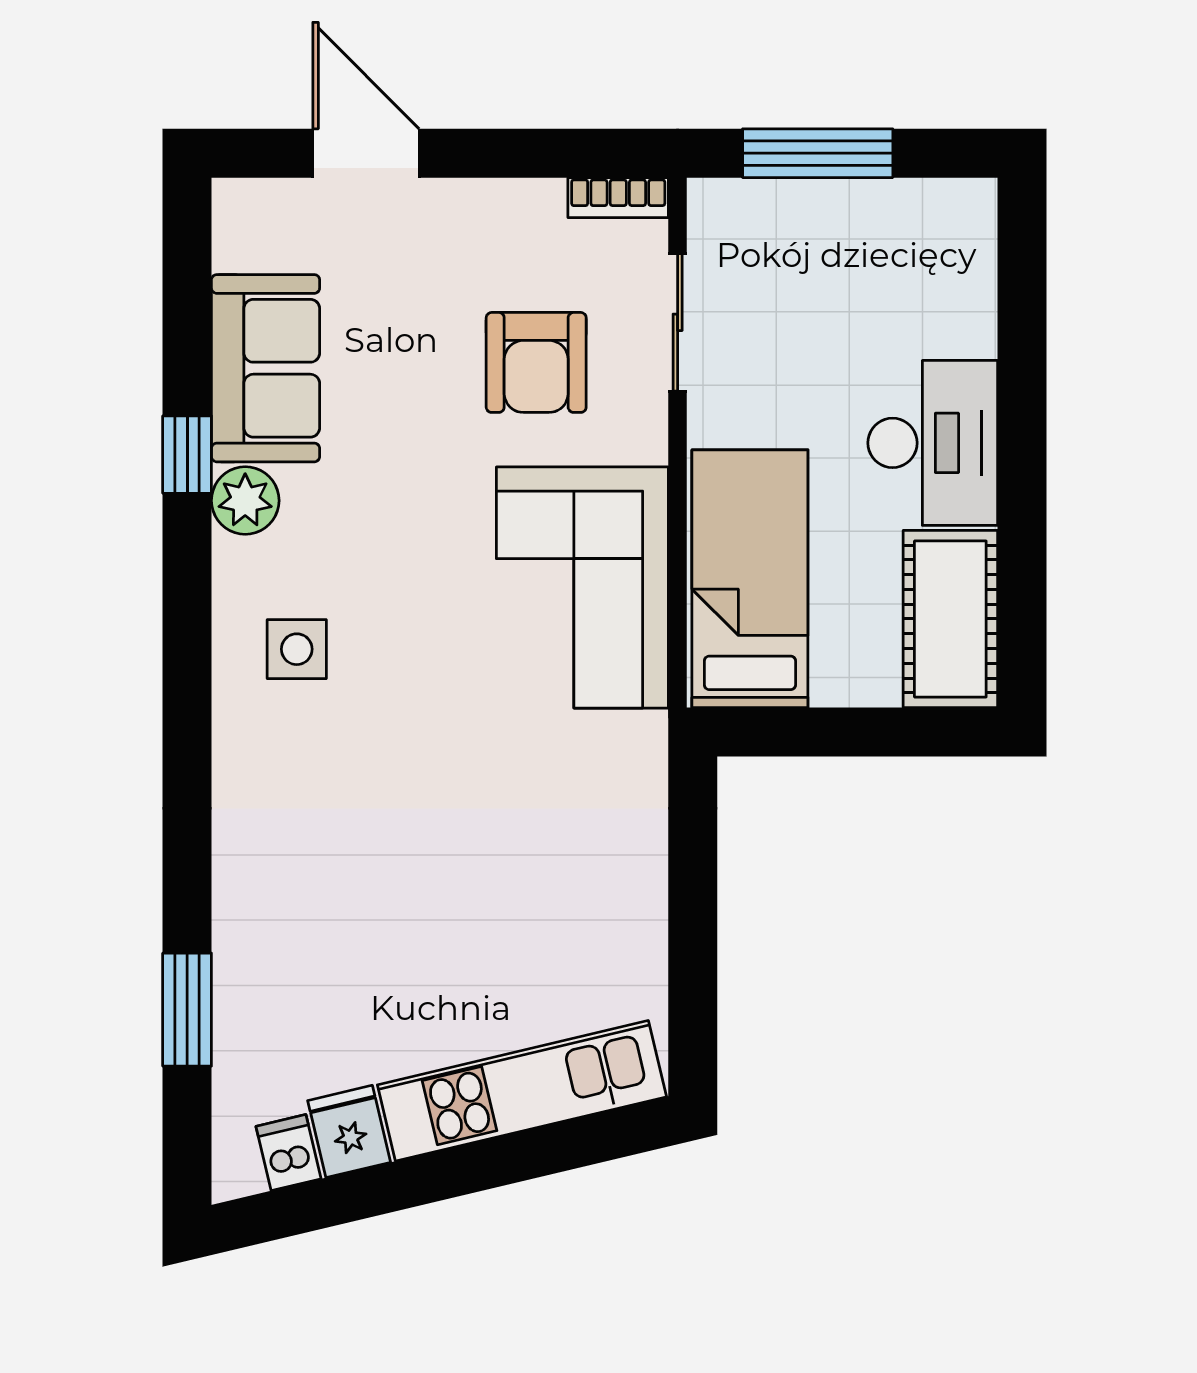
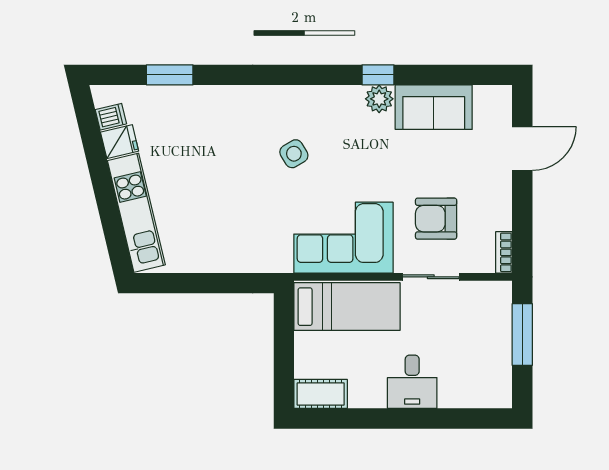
sliding door: (678, 322) -> (431, 277), moved
desk: (933, 443) -> (412, 382), width x0.73
window: (187, 455) -> (378, 75), moved
cot: (950, 619) -> (321, 394), width x0.73, depth x0.75
side table: (297, 649) -> (294, 154), moved, turned -31

